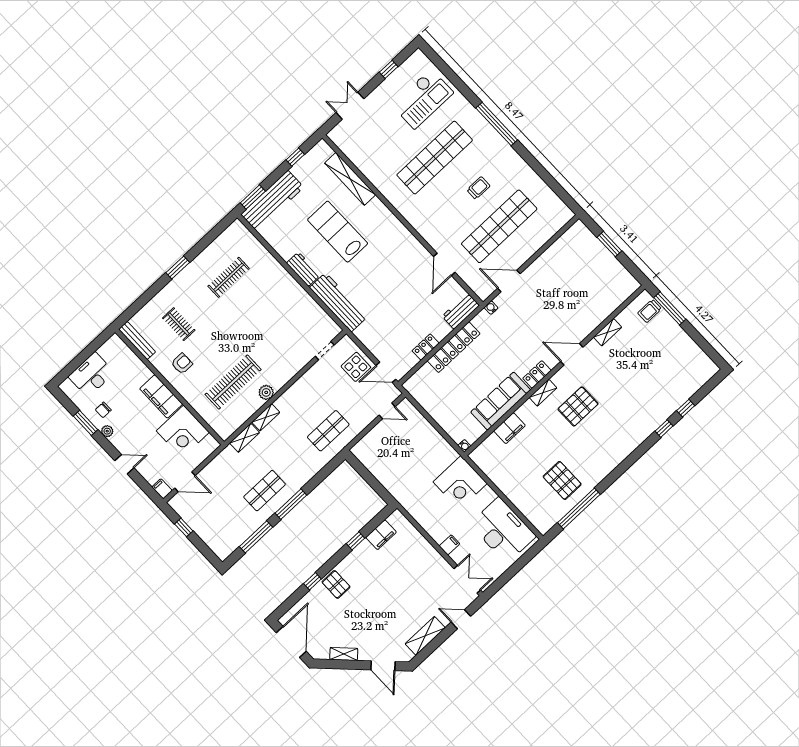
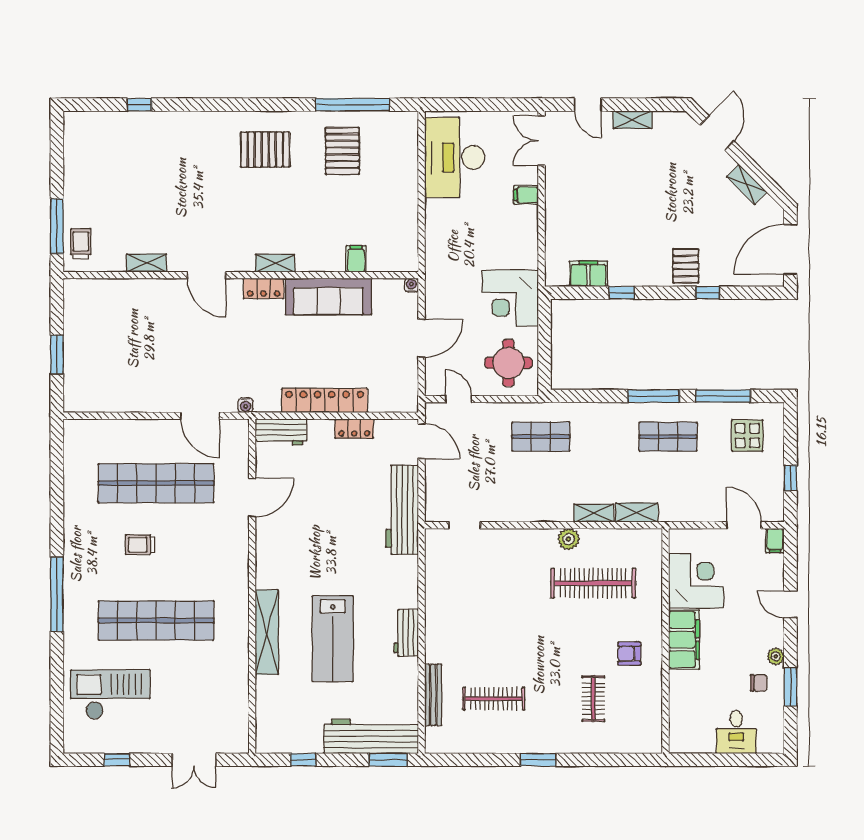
shelving: (350, 179) -> (267, 632), moved
workbench: (338, 302) -> (402, 510), moved
trolley: (650, 311) -> (81, 244), turned -90
bench: (137, 340) -> (433, 695), moved
display table: (356, 367) -> (747, 436), moved
desk: (91, 375) -> (736, 732), width x0.73
pallet: (578, 406) -> (265, 150), moved
door: (434, 424) -> (422, 338), added
filing cabinet: (510, 428) -> (356, 259), width x0.50
window: (664, 429) -> (183, 105), removed
round table: (379, 452) -> (508, 363), added
corner desk: (460, 483) -> (510, 298), moved, turned 180
shelving: (425, 636) -> (633, 120), width x0.67, depth x0.75

